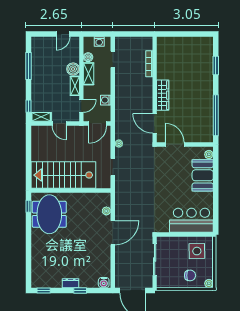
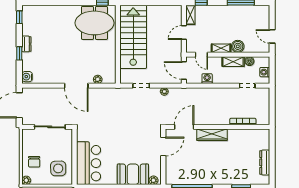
dresser: (191, 42) -> (265, 162), added

